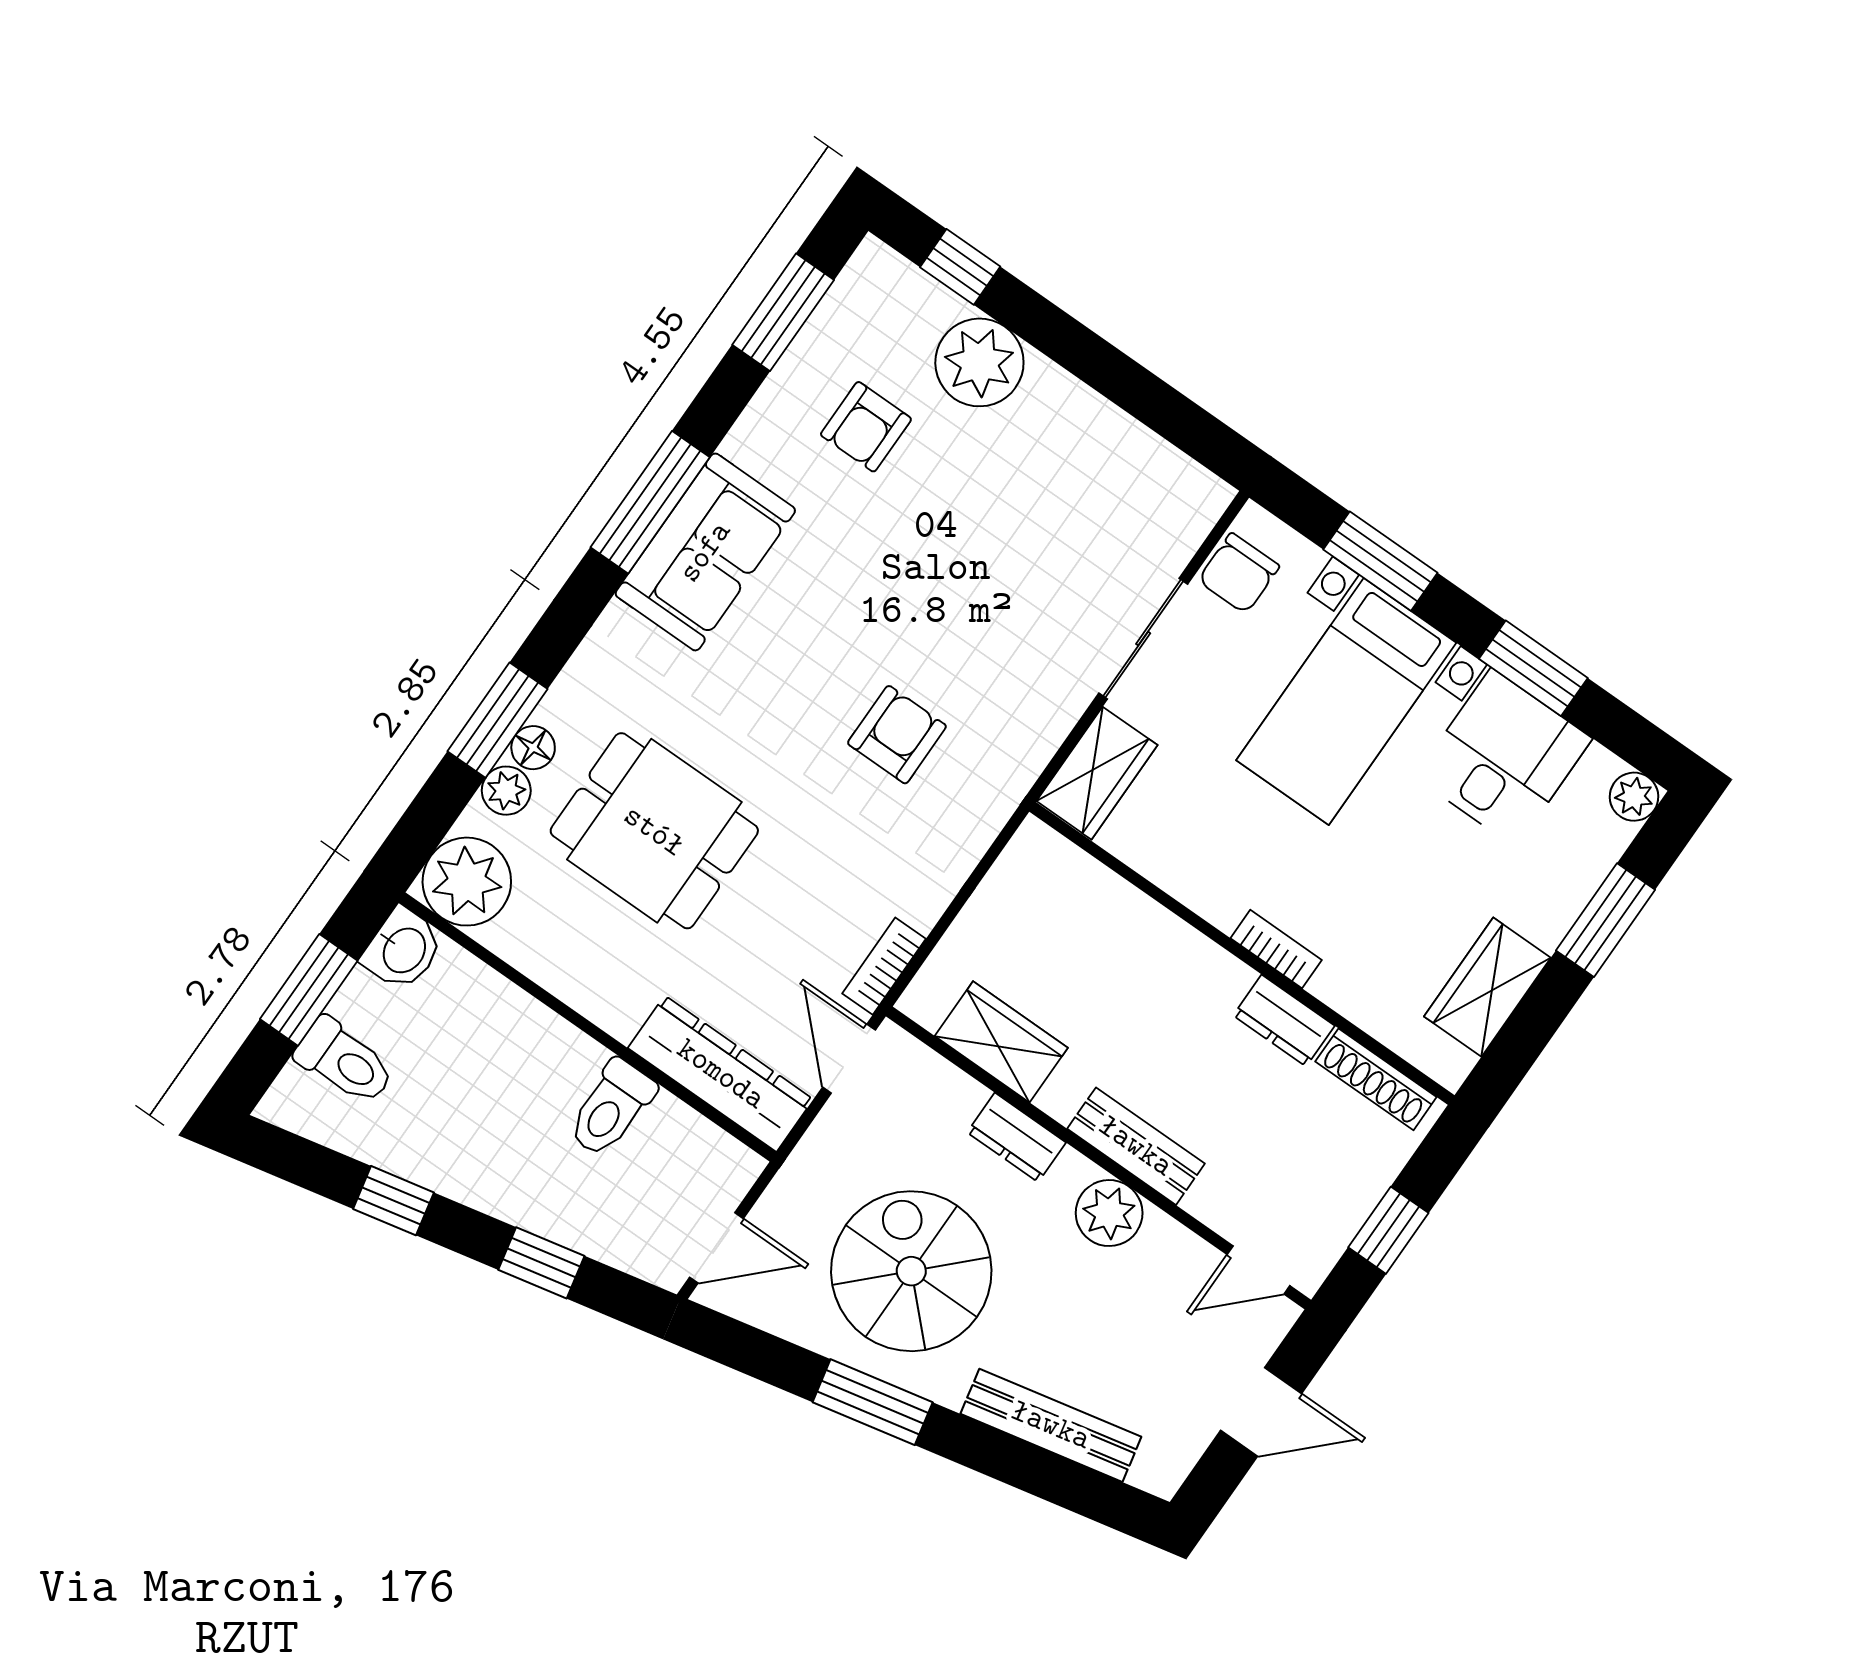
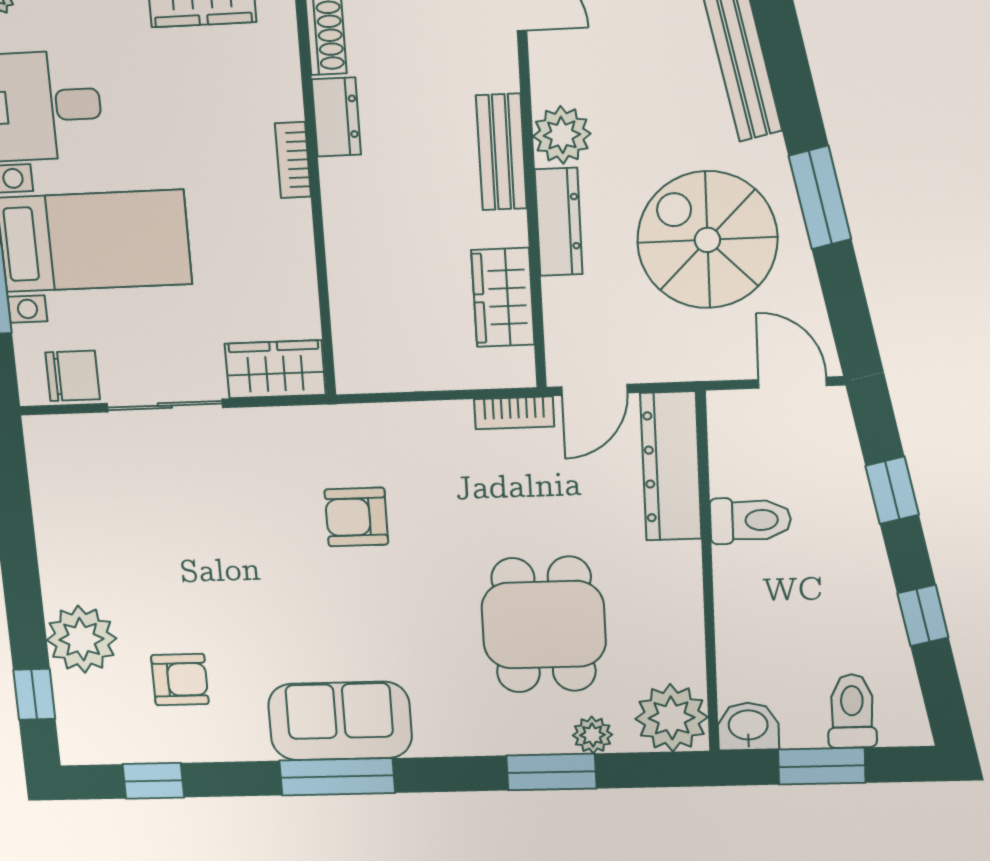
window: (783, 312) -> (153, 781), width x0.67
floor lamp: (533, 748) -> (551, 738), removed
dresser: (1016, 1137) -> (559, 222), width x1.44
spiral stairs: (911, 1271) -> (707, 240), turned 90

